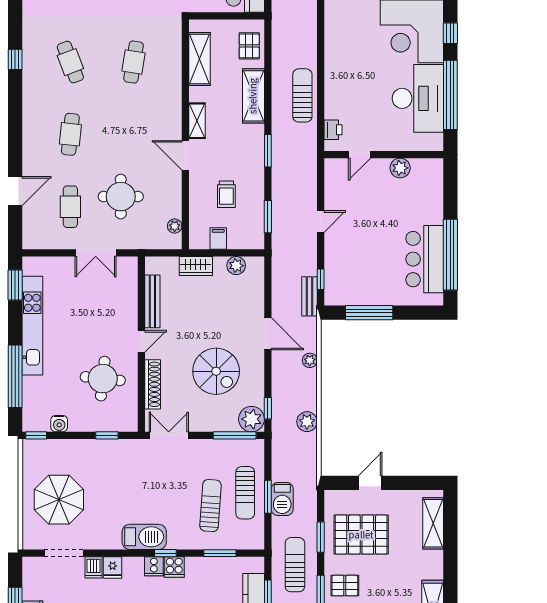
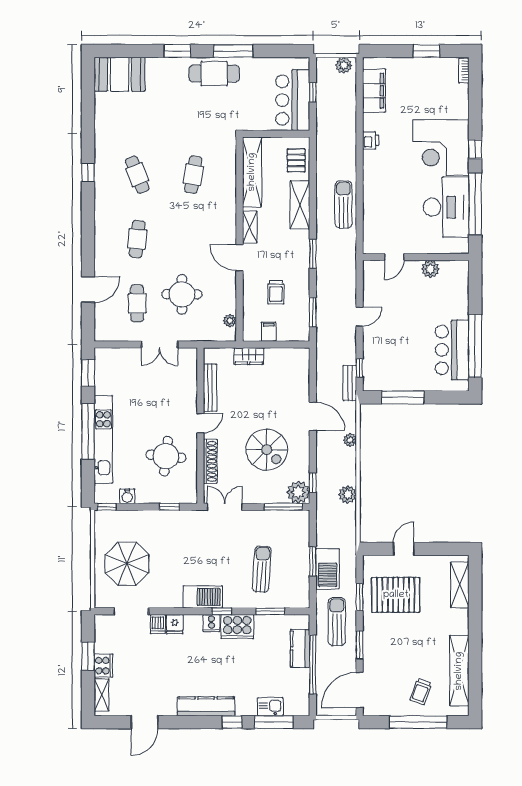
shelving: (200, 59) -> (252, 172), width x1.47
printer: (333, 130) -> (371, 140), moved
plant: (236, 266) -> (285, 356), removed
kitchen unit: (32, 326) -> (103, 440), moved
window: (15, 376) -> (88, 431), moved
sun lounger: (245, 493) -> (293, 558), removed
barbecue: (282, 499) -> (328, 569), width x1.37, depth x1.21
cooker: (174, 567) -> (237, 627), width x1.87, depth x1.31
pallet: (345, 586) -> (381, 640), removed

